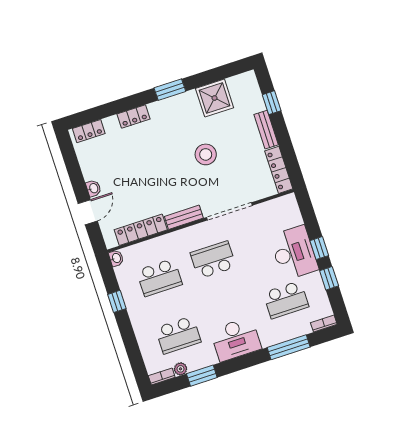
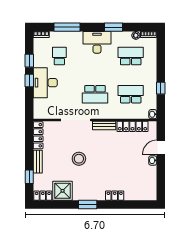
locker: (89, 131) -> (43, 196), moved
school desk: (286, 300) -> (59, 56), width x0.54
window: (202, 376) -> (113, 27), moved

